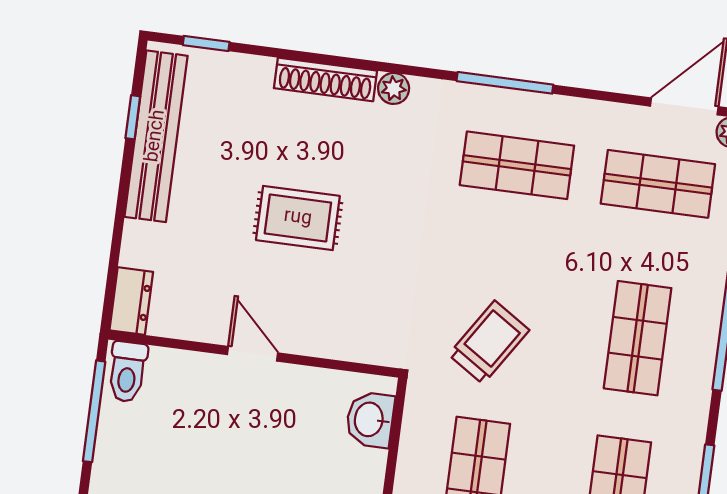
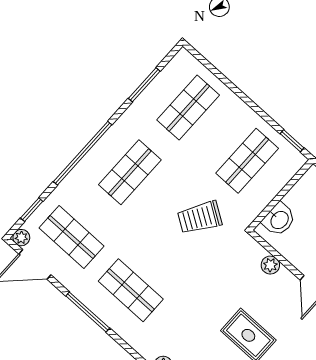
window: (505, 83) -> (88, 312), moved
plant: (337, 344) -> (270, 265), added

